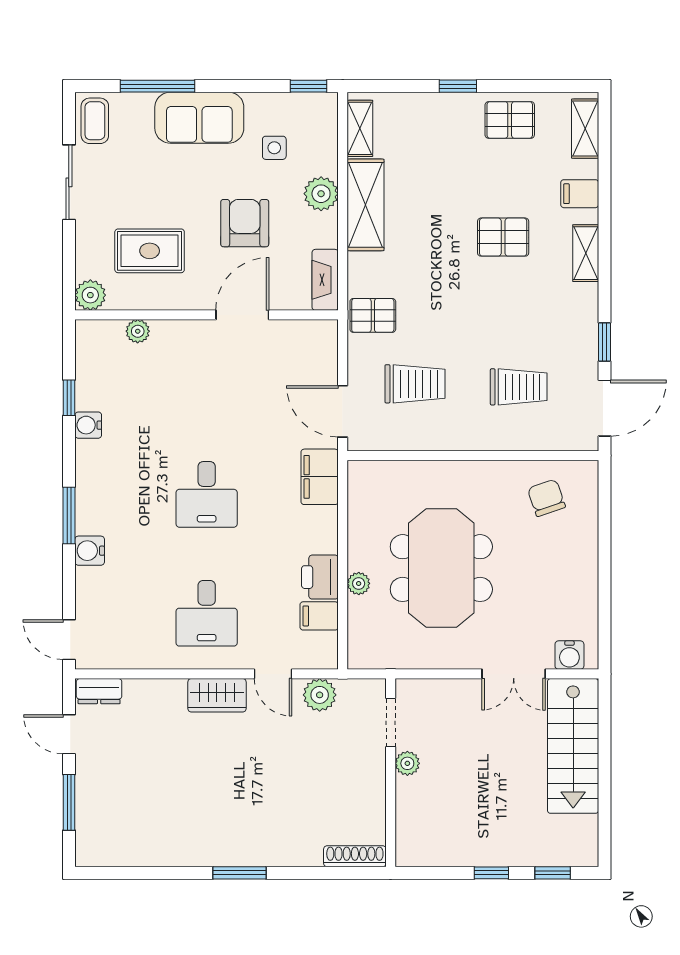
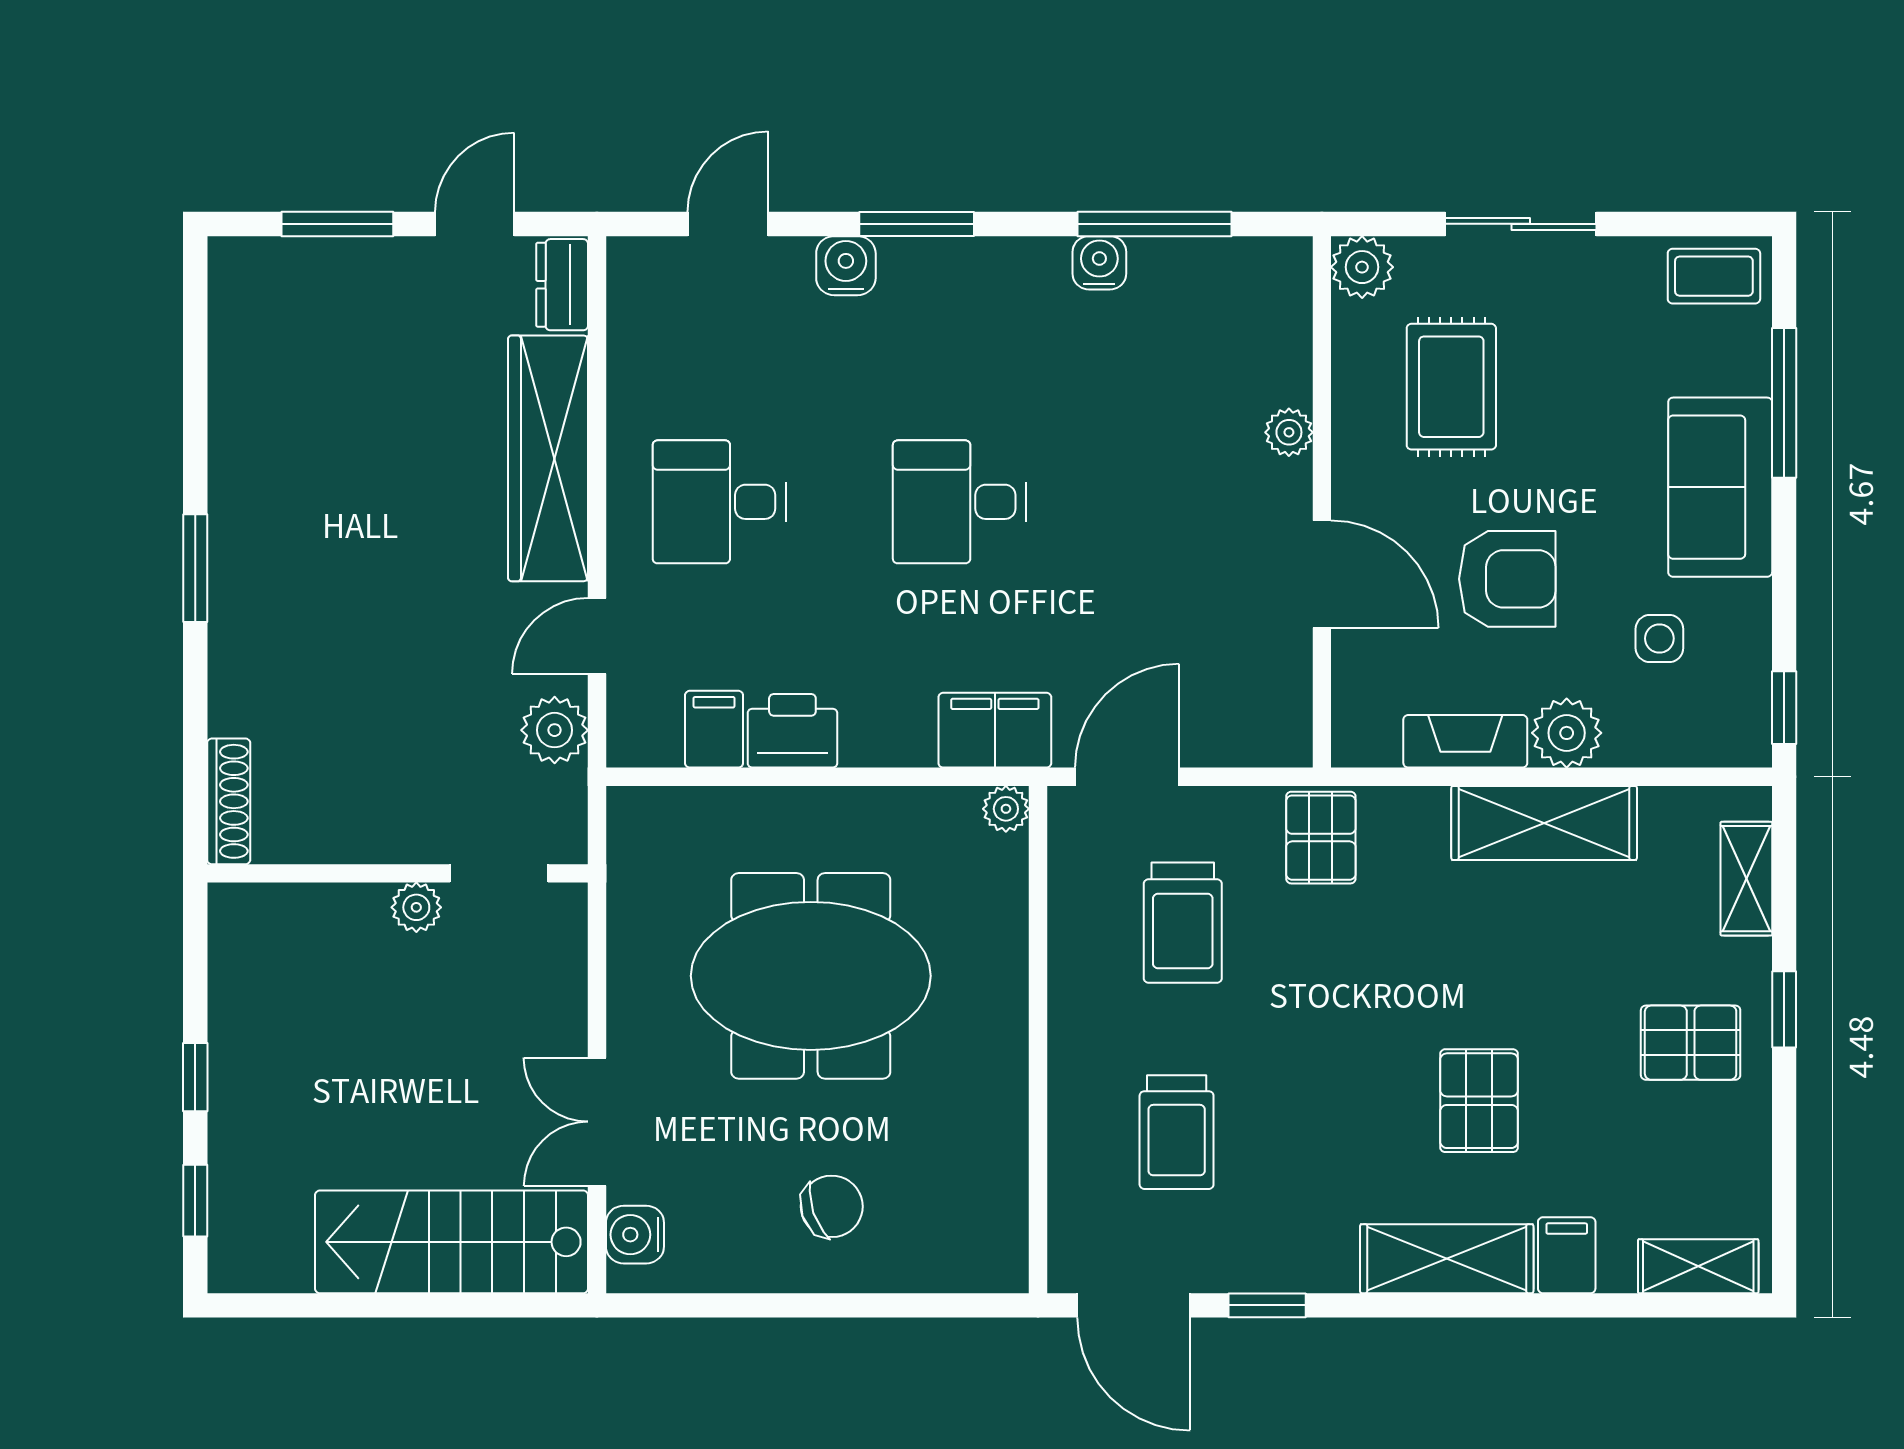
pallet: (510, 120) -> (1691, 1043), moved, turned 90
shelving: (360, 128) -> (1746, 879), moved, turned 90
sliding door: (69, 182) -> (1521, 224), moved
shelving: (586, 253) -> (1447, 1259), width x1.50, depth x1.33
fireplace: (325, 280) -> (1465, 741), moved
plant: (138, 331) -> (1289, 432), moved
window: (69, 398) -> (1154, 224), width x2.17
chair: (546, 498) -> (832, 1206), moved
plant: (359, 583) -> (1006, 809), moved
door: (69, 640) -> (728, 224), moved
wardrobe: (217, 695) -> (548, 458), width x2.10, depth x1.17

